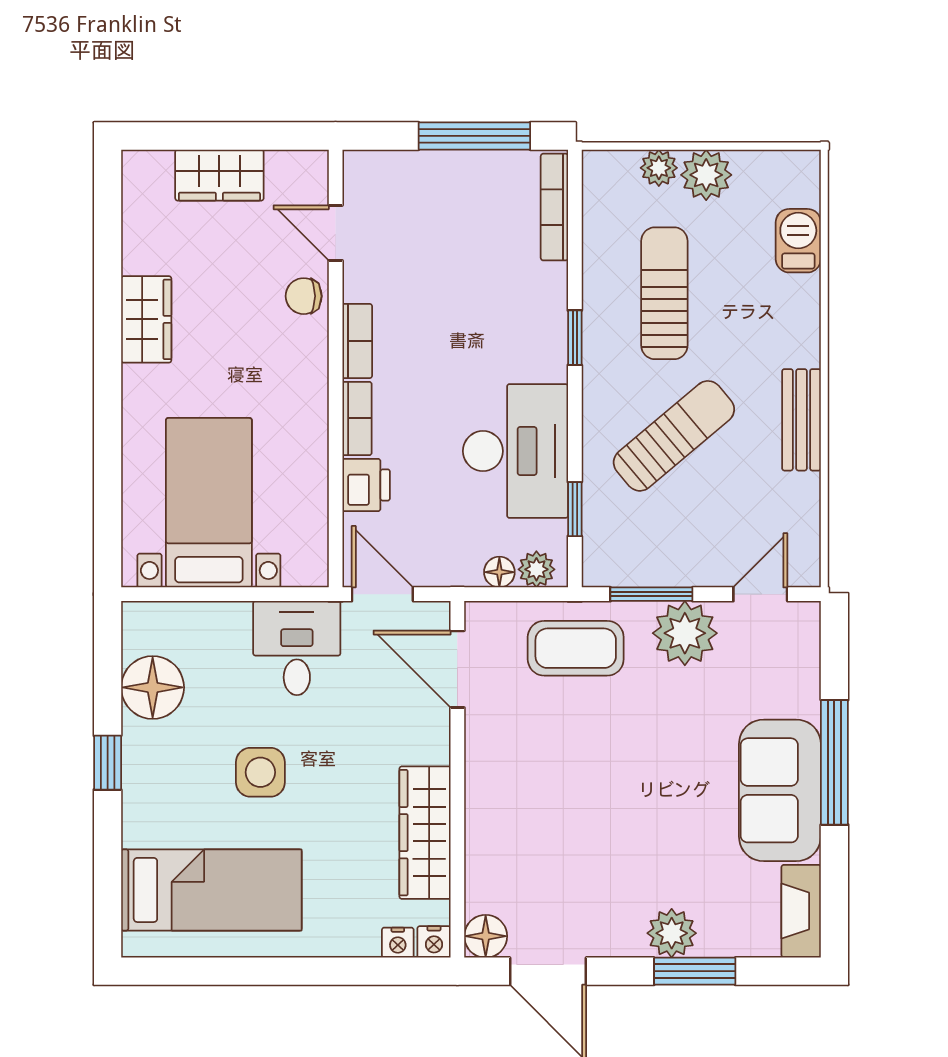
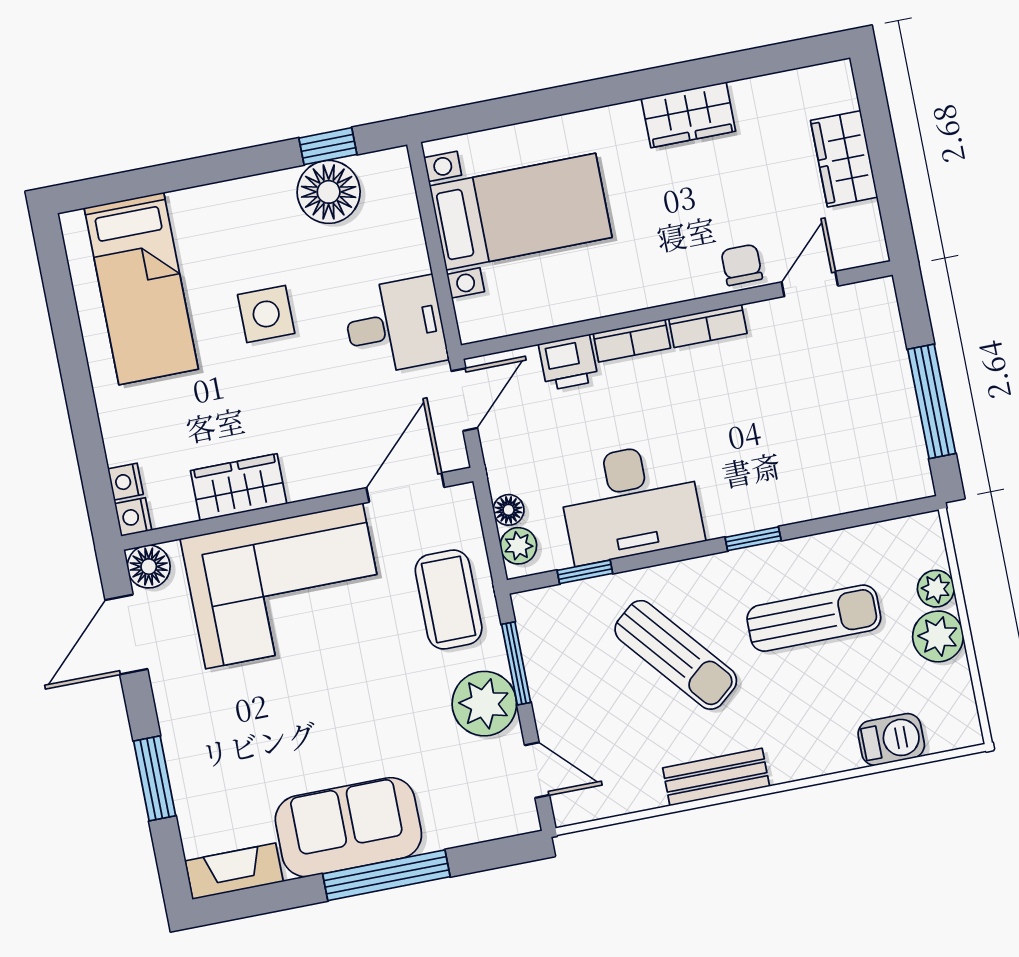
bookcase: (554, 207) -> (877, 494), removed
window: (108, 763) -> (328, 146), moved
corner sofa: (531, 807) -> (284, 586), added
wardrobe: (425, 833) -> (239, 487), width x0.67
plant: (672, 933) -> (187, 748), removed

